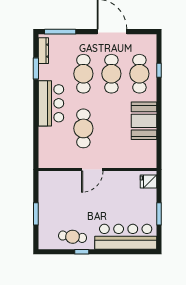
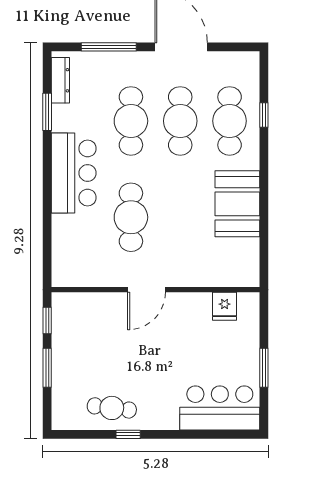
window: (60, 32) -> (109, 47), moved
fridge: (148, 181) -> (225, 306), moved, turned -90
window: (36, 187) -> (47, 321), added
bar counter: (126, 237) -> (220, 408), width x0.73

